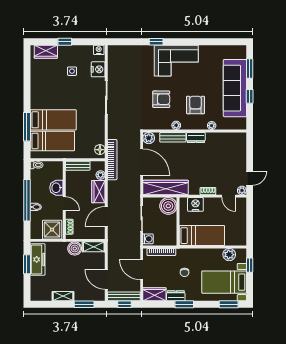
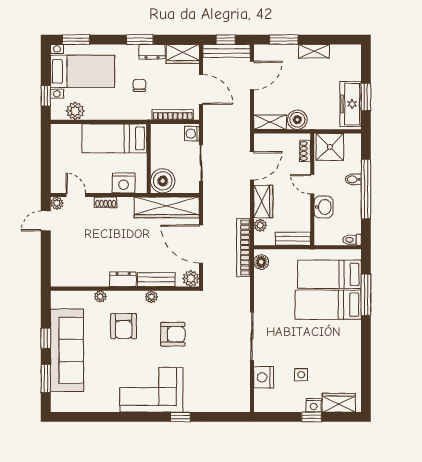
nightstand: (99, 50) -> (314, 405), moved
armchair: (161, 99) -> (173, 334), turned 180
door: (106, 279) -> (252, 75), hinge flipped

